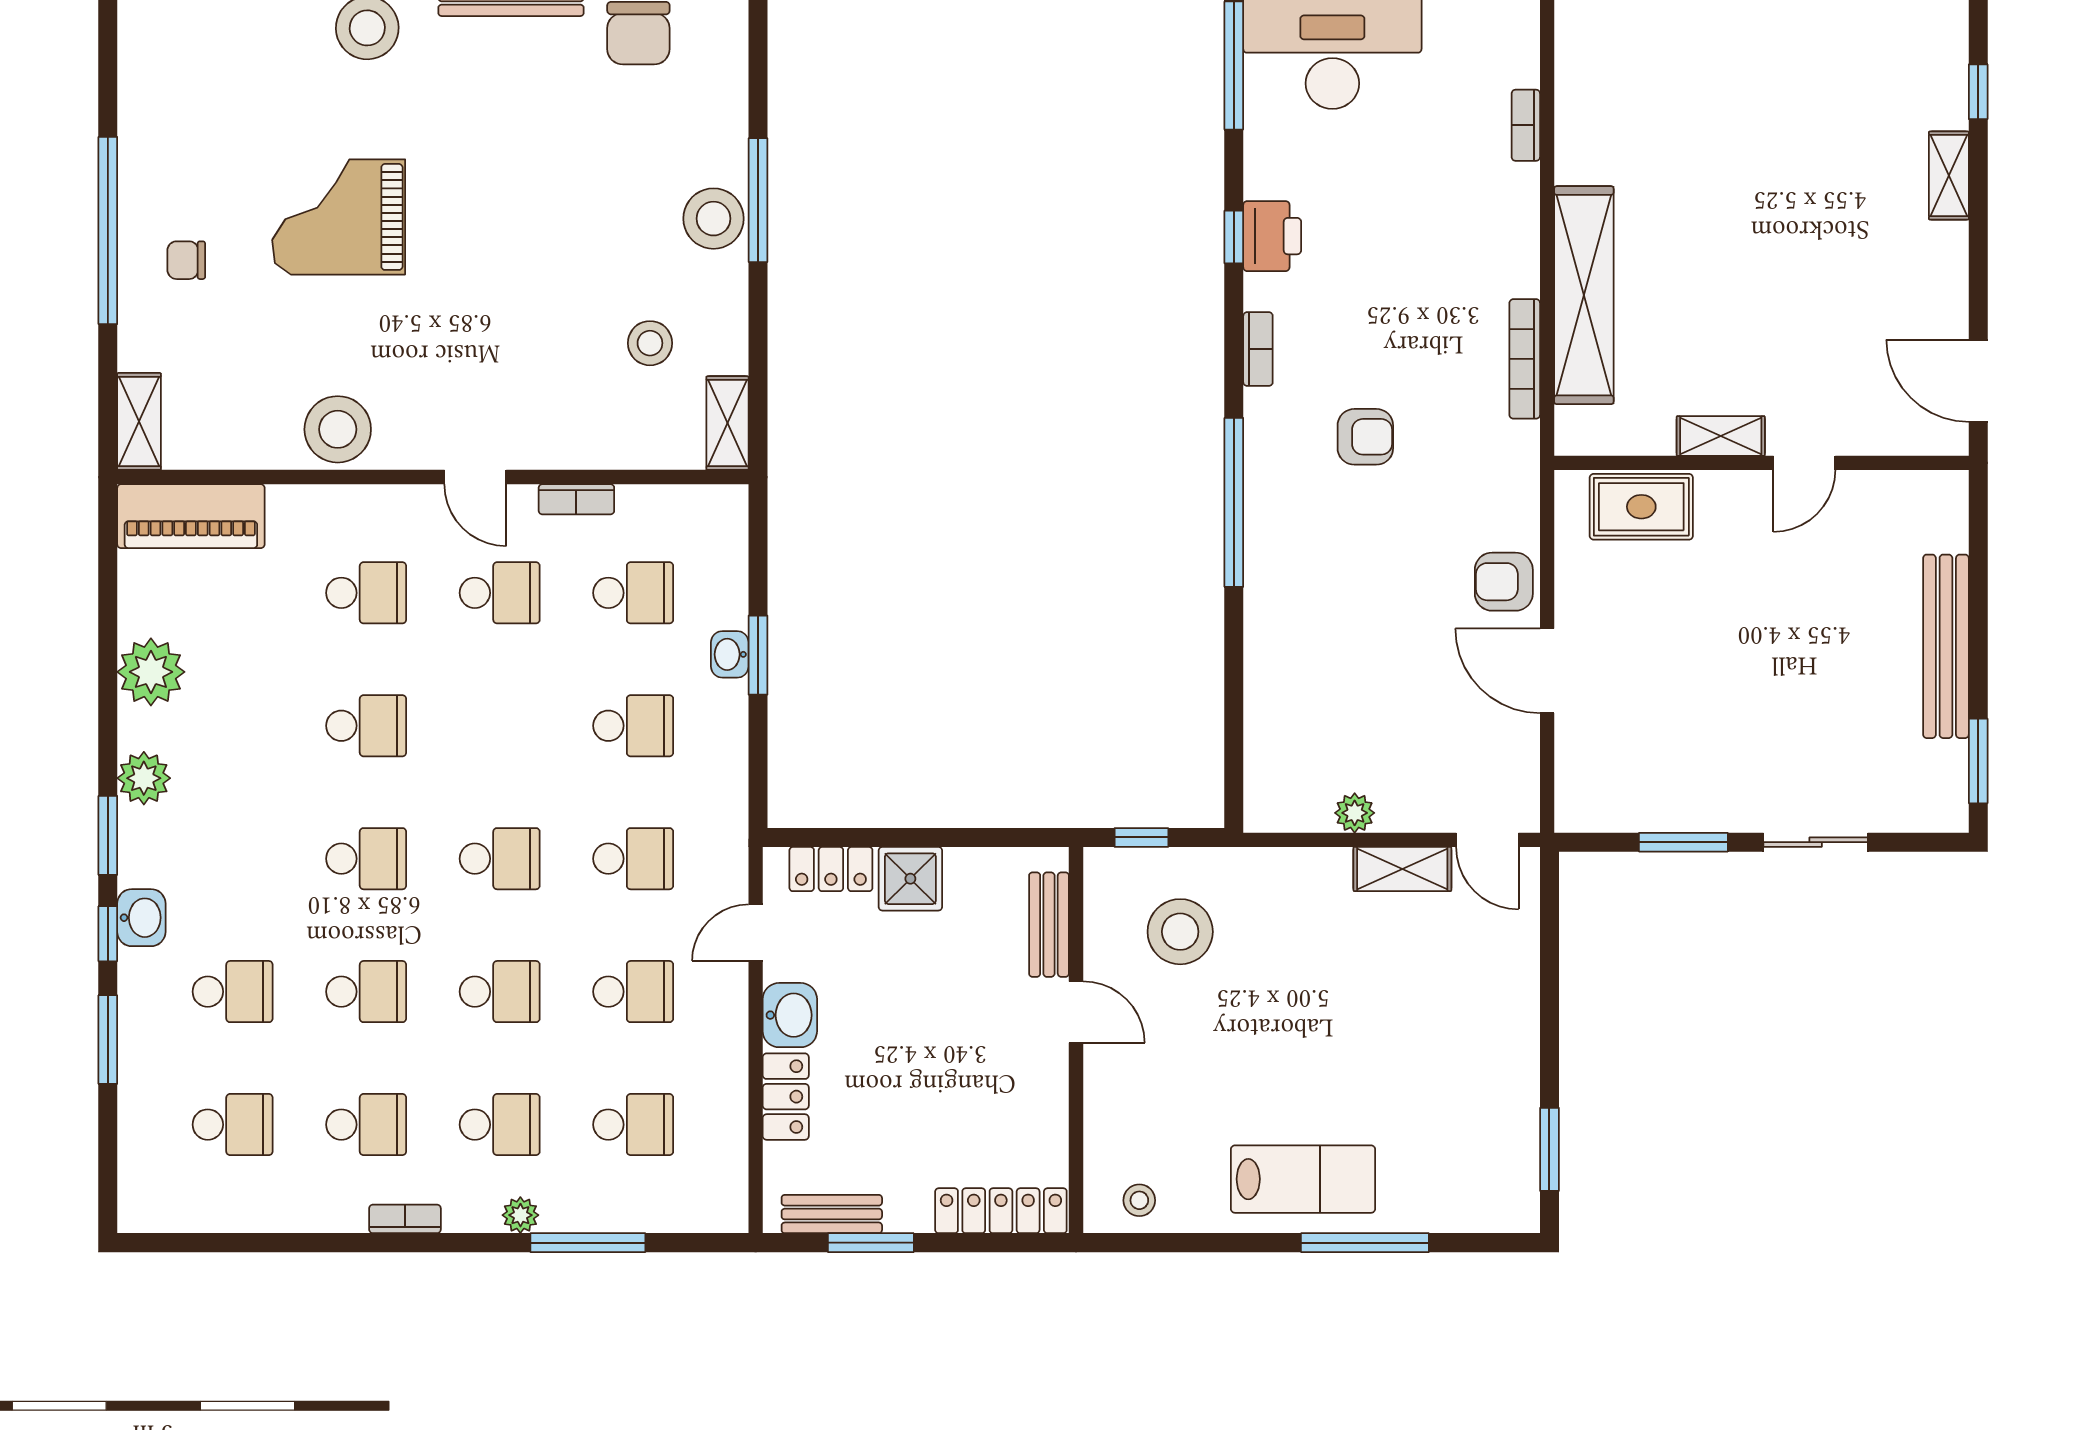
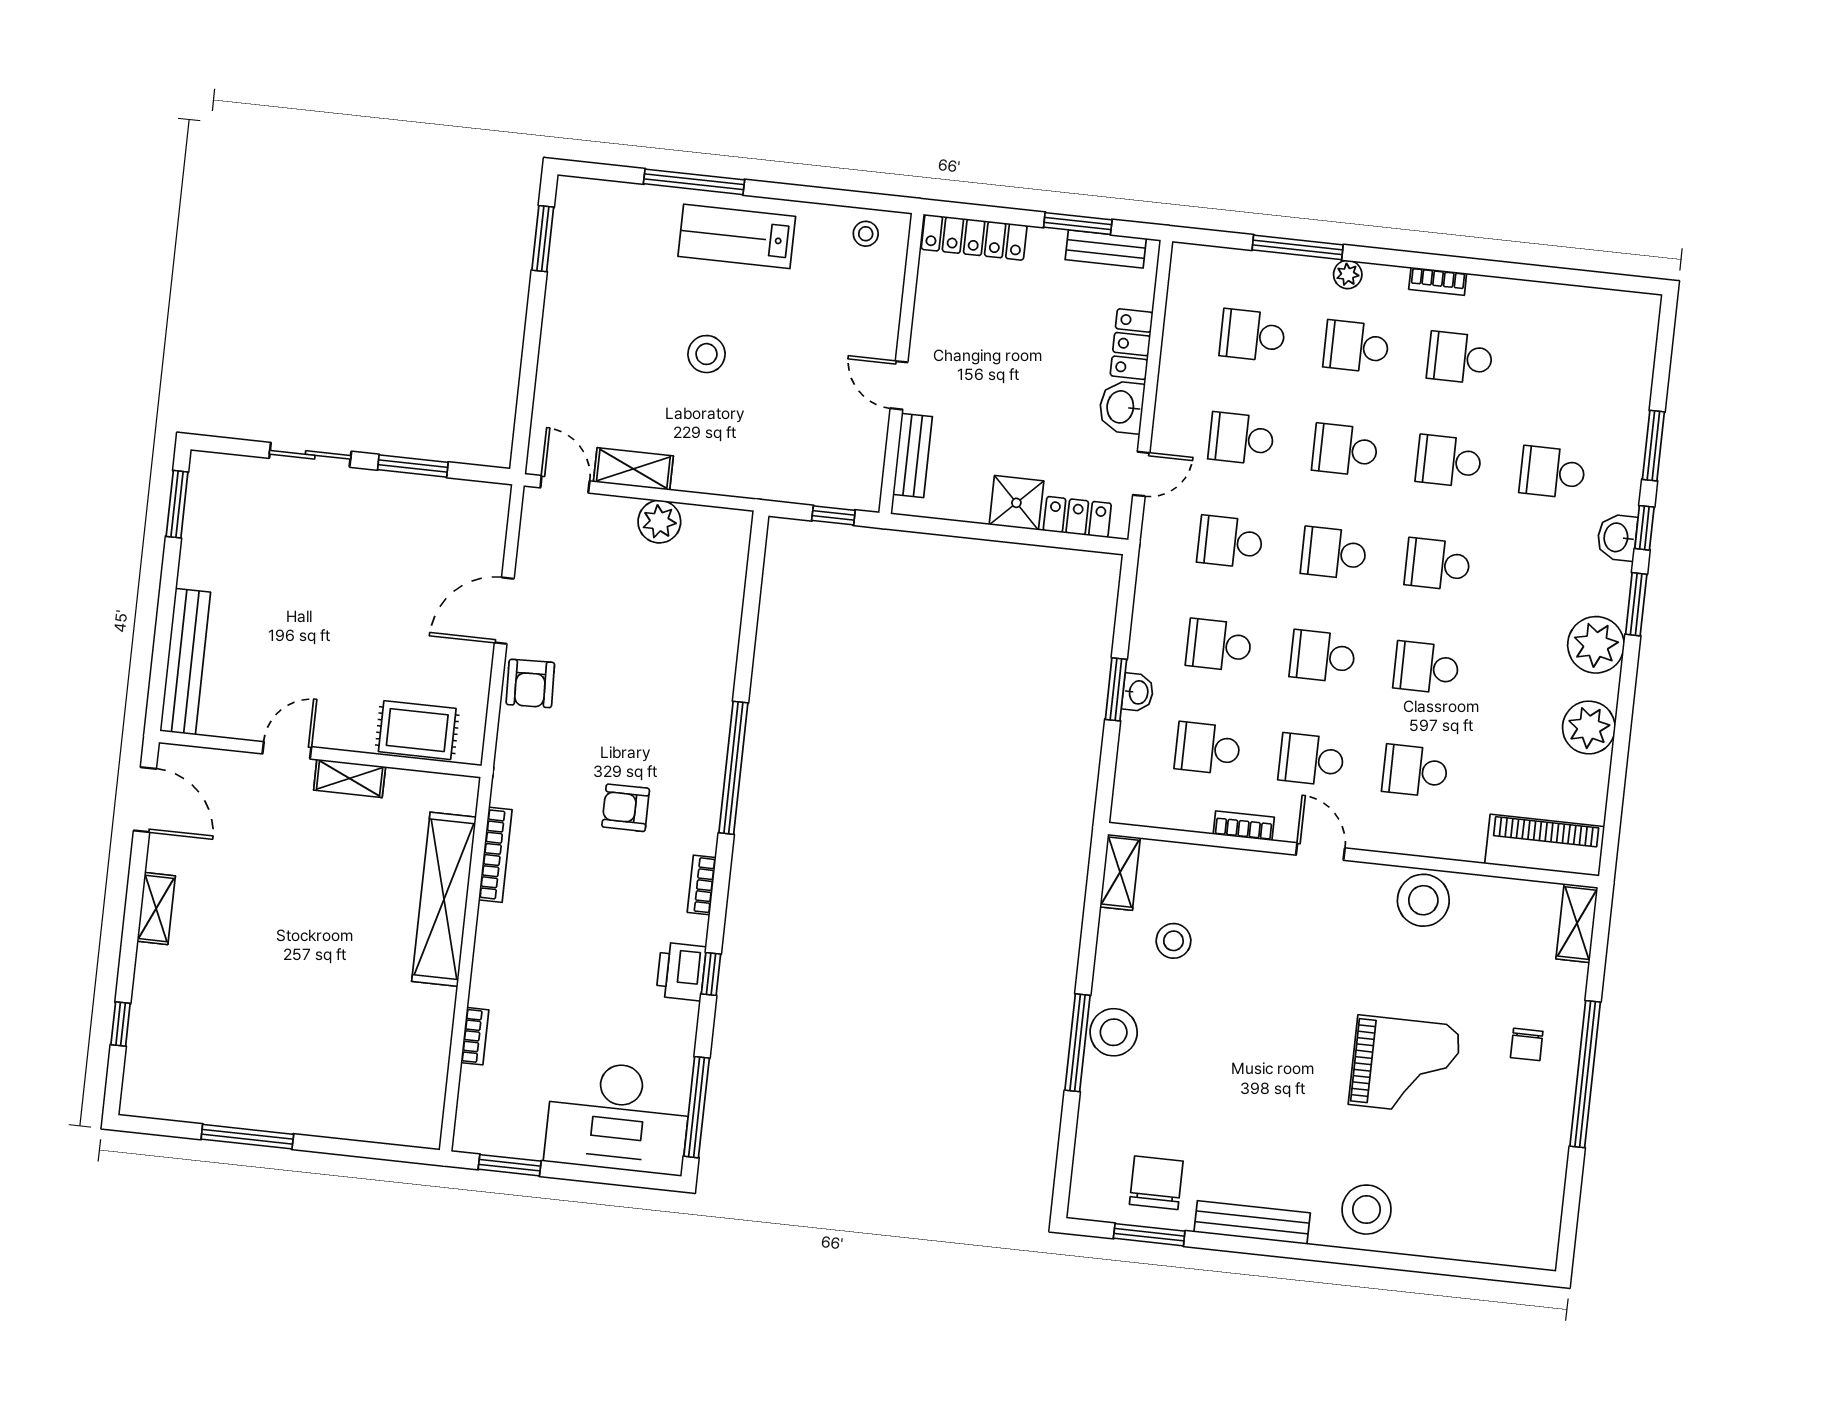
shelving: (1949, 176) -> (156, 909), moved
chair: (186, 260) -> (1527, 1044), turned 90
armchair: (1504, 582) -> (530, 684), turned 88
bench: (1946, 646) -> (185, 662), moved
door: (1547, 671) -> (504, 611), swing flipped
plant: (144, 778) -> (1596, 645), width x1.36, depth x1.36
plant: (1355, 813) -> (659, 522), width x1.38, depth x1.38
stool: (1180, 932) -> (707, 354), moved, width x0.73, depth x0.73
school desk: (233, 1125) -> (1323, 656), moved

